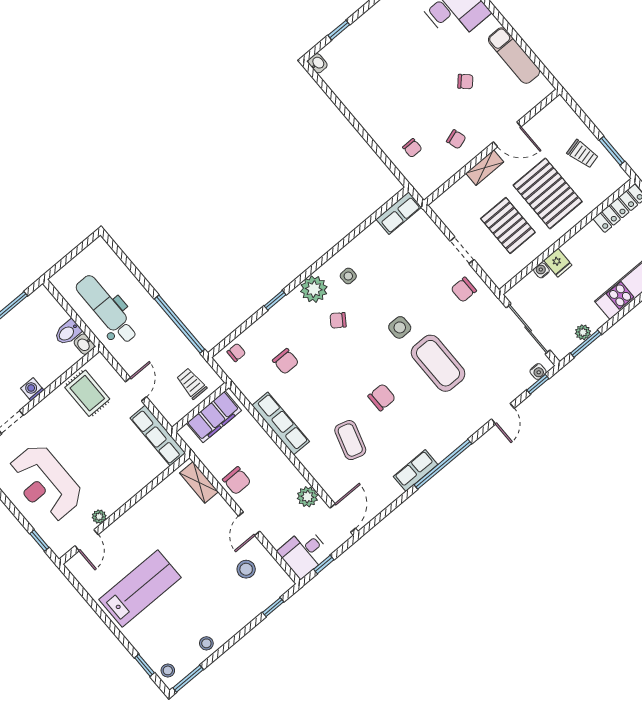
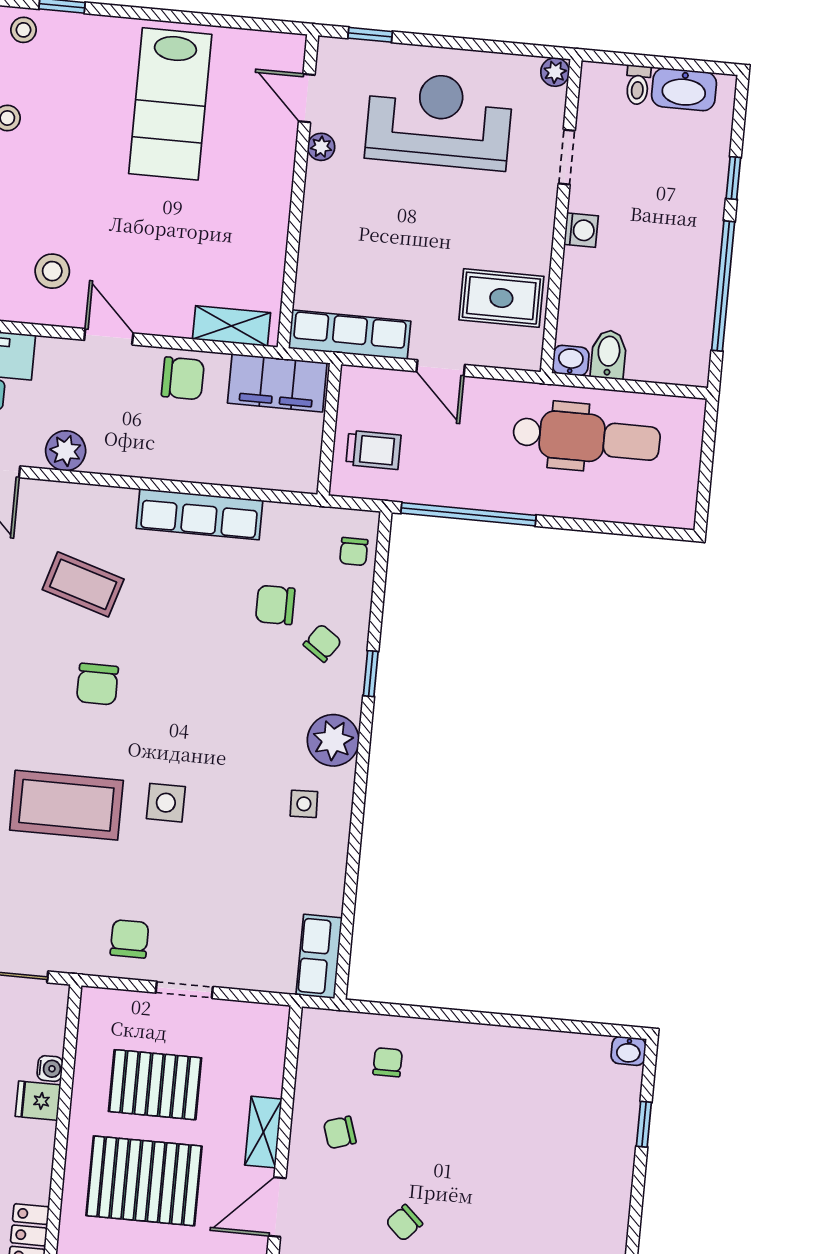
chair: (412, 148) -> (388, 1062), turned 90
chair: (338, 320) -> (322, 643), moved
filing cabinet: (214, 417) -> (277, 383), moved, turned -90
chair: (237, 481) -> (183, 378), turned 180

